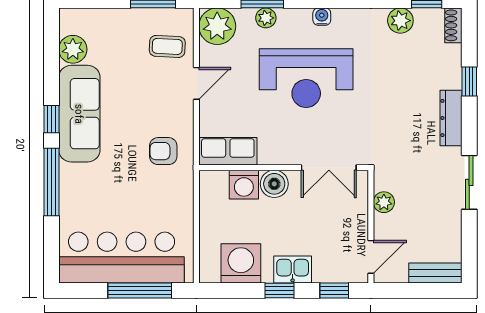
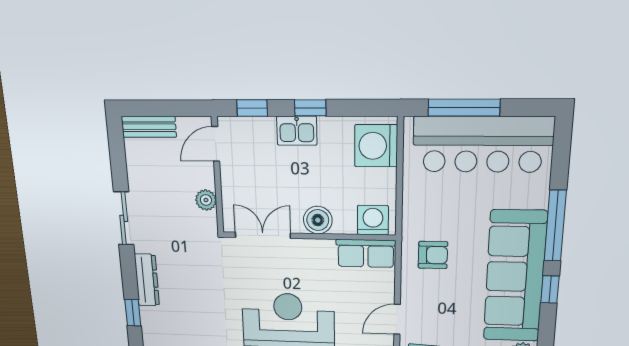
sofa: (79, 114) -> (515, 277), width x1.36, depth x1.27
washing machine: (244, 185) -> (373, 220), moved
washing machine: (241, 263) -> (376, 146), moved, turned 90

